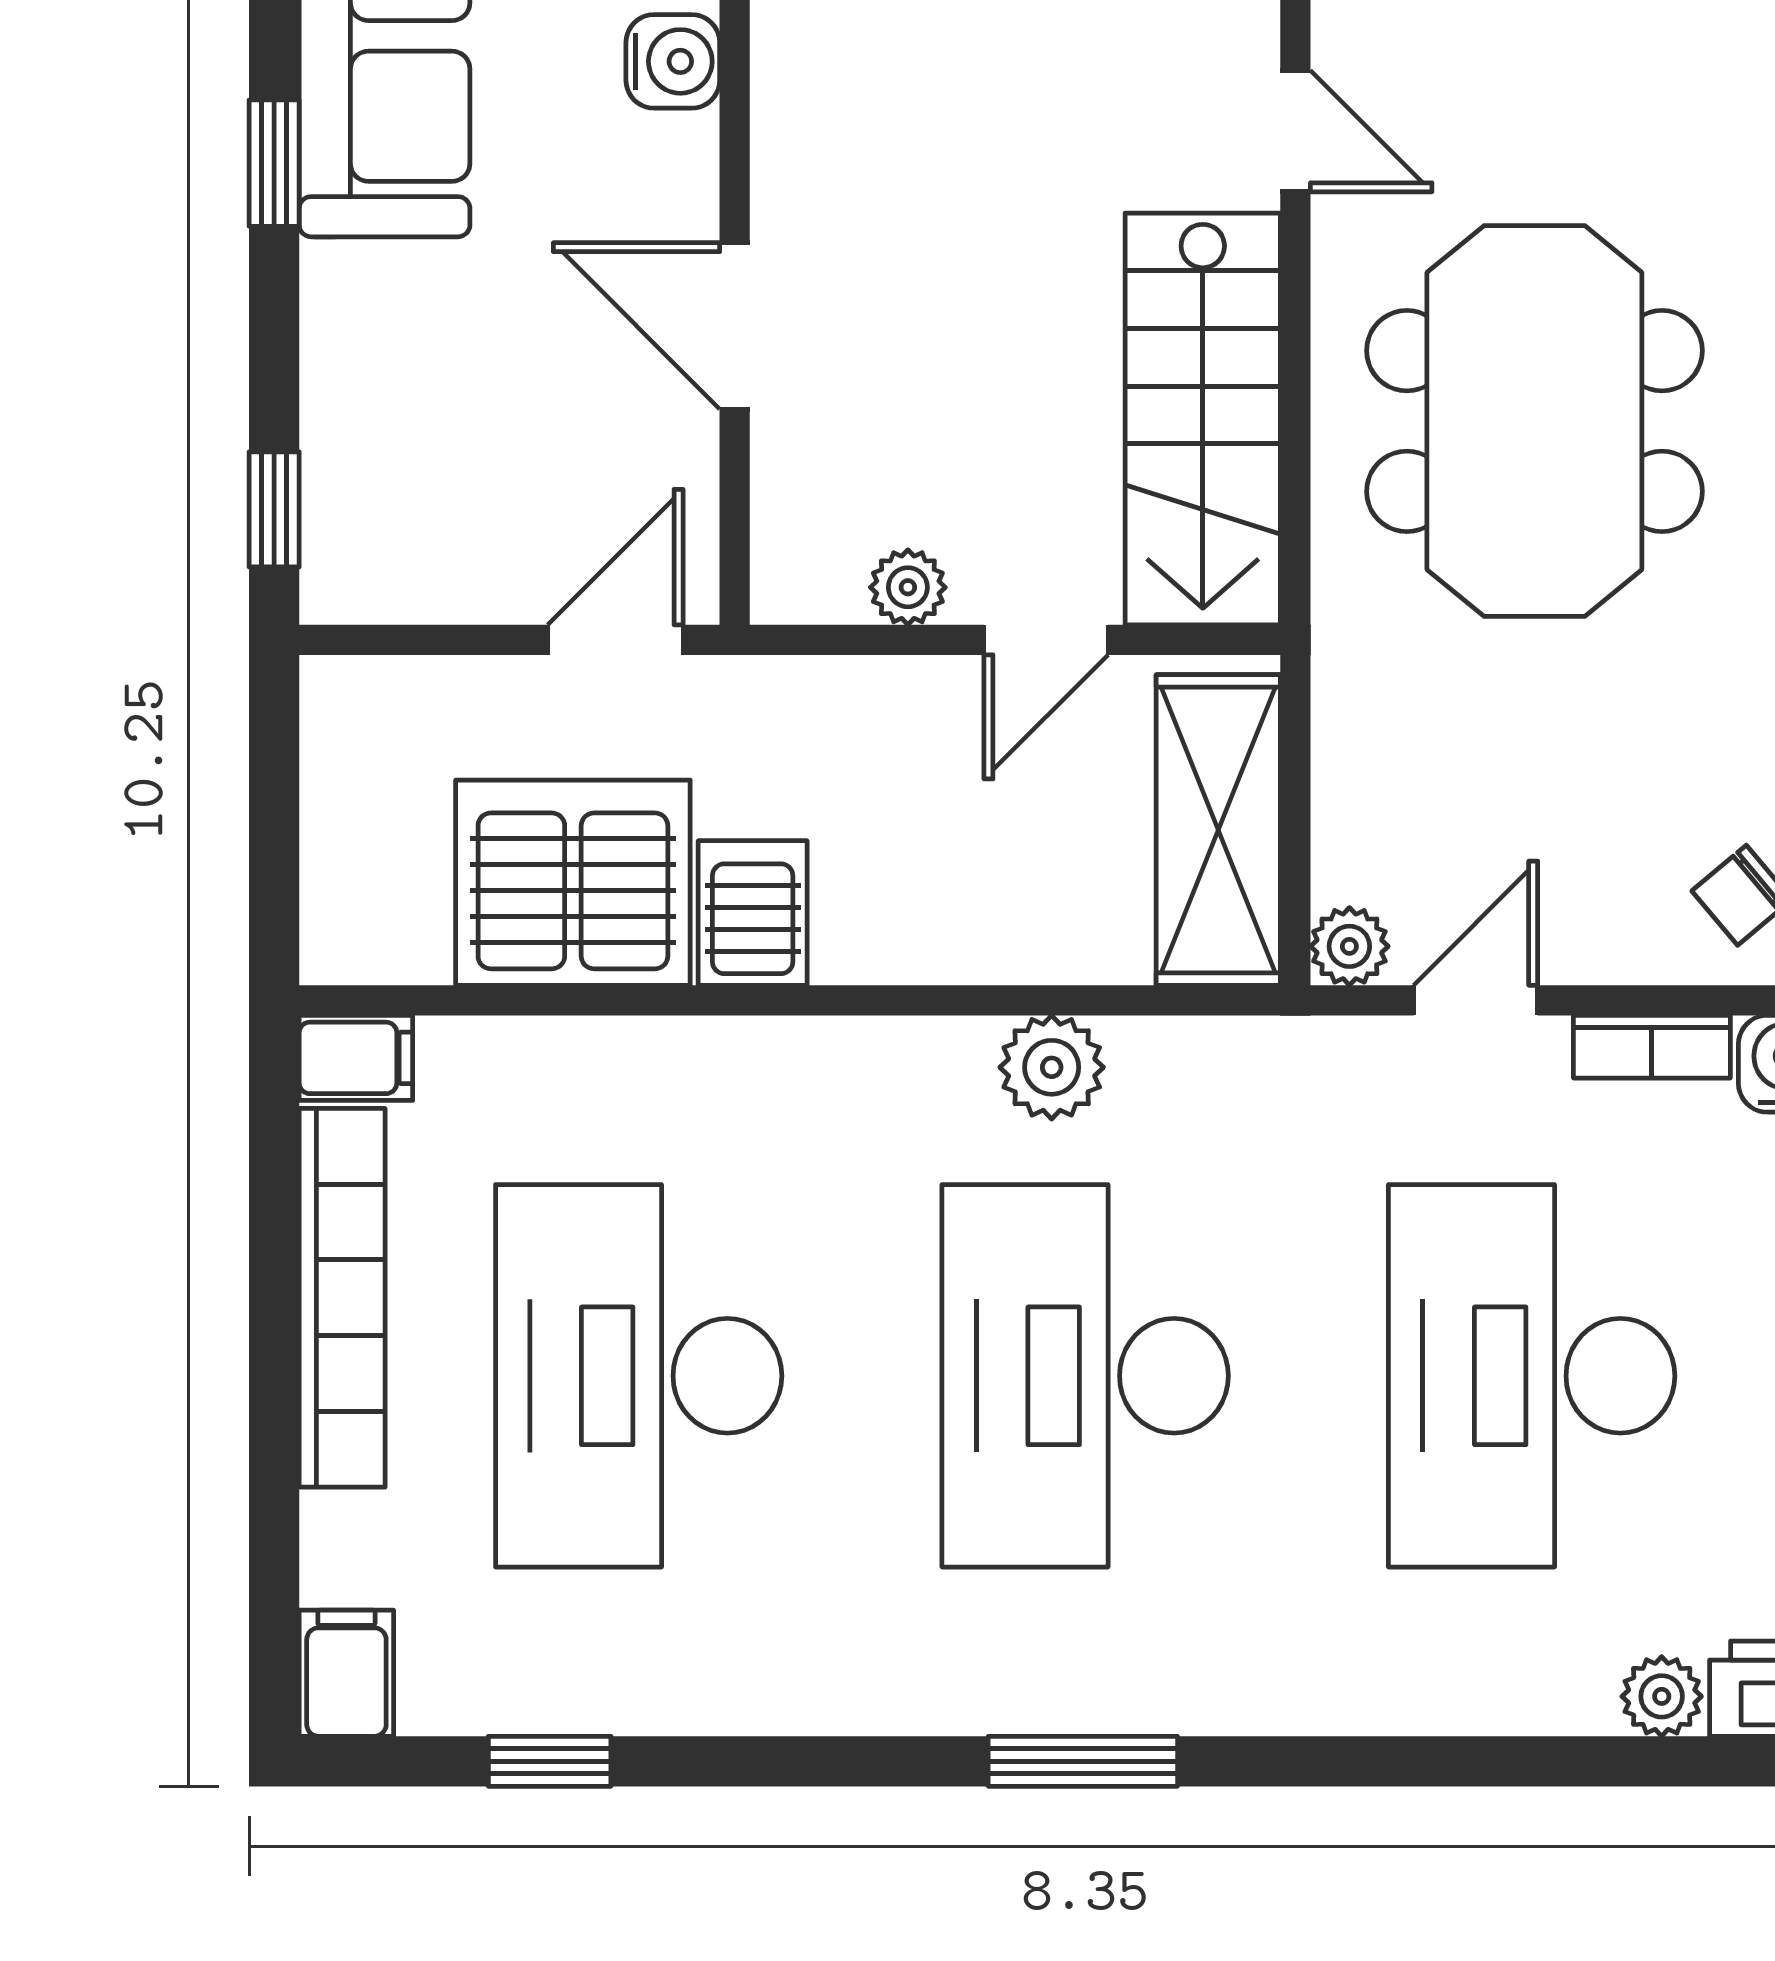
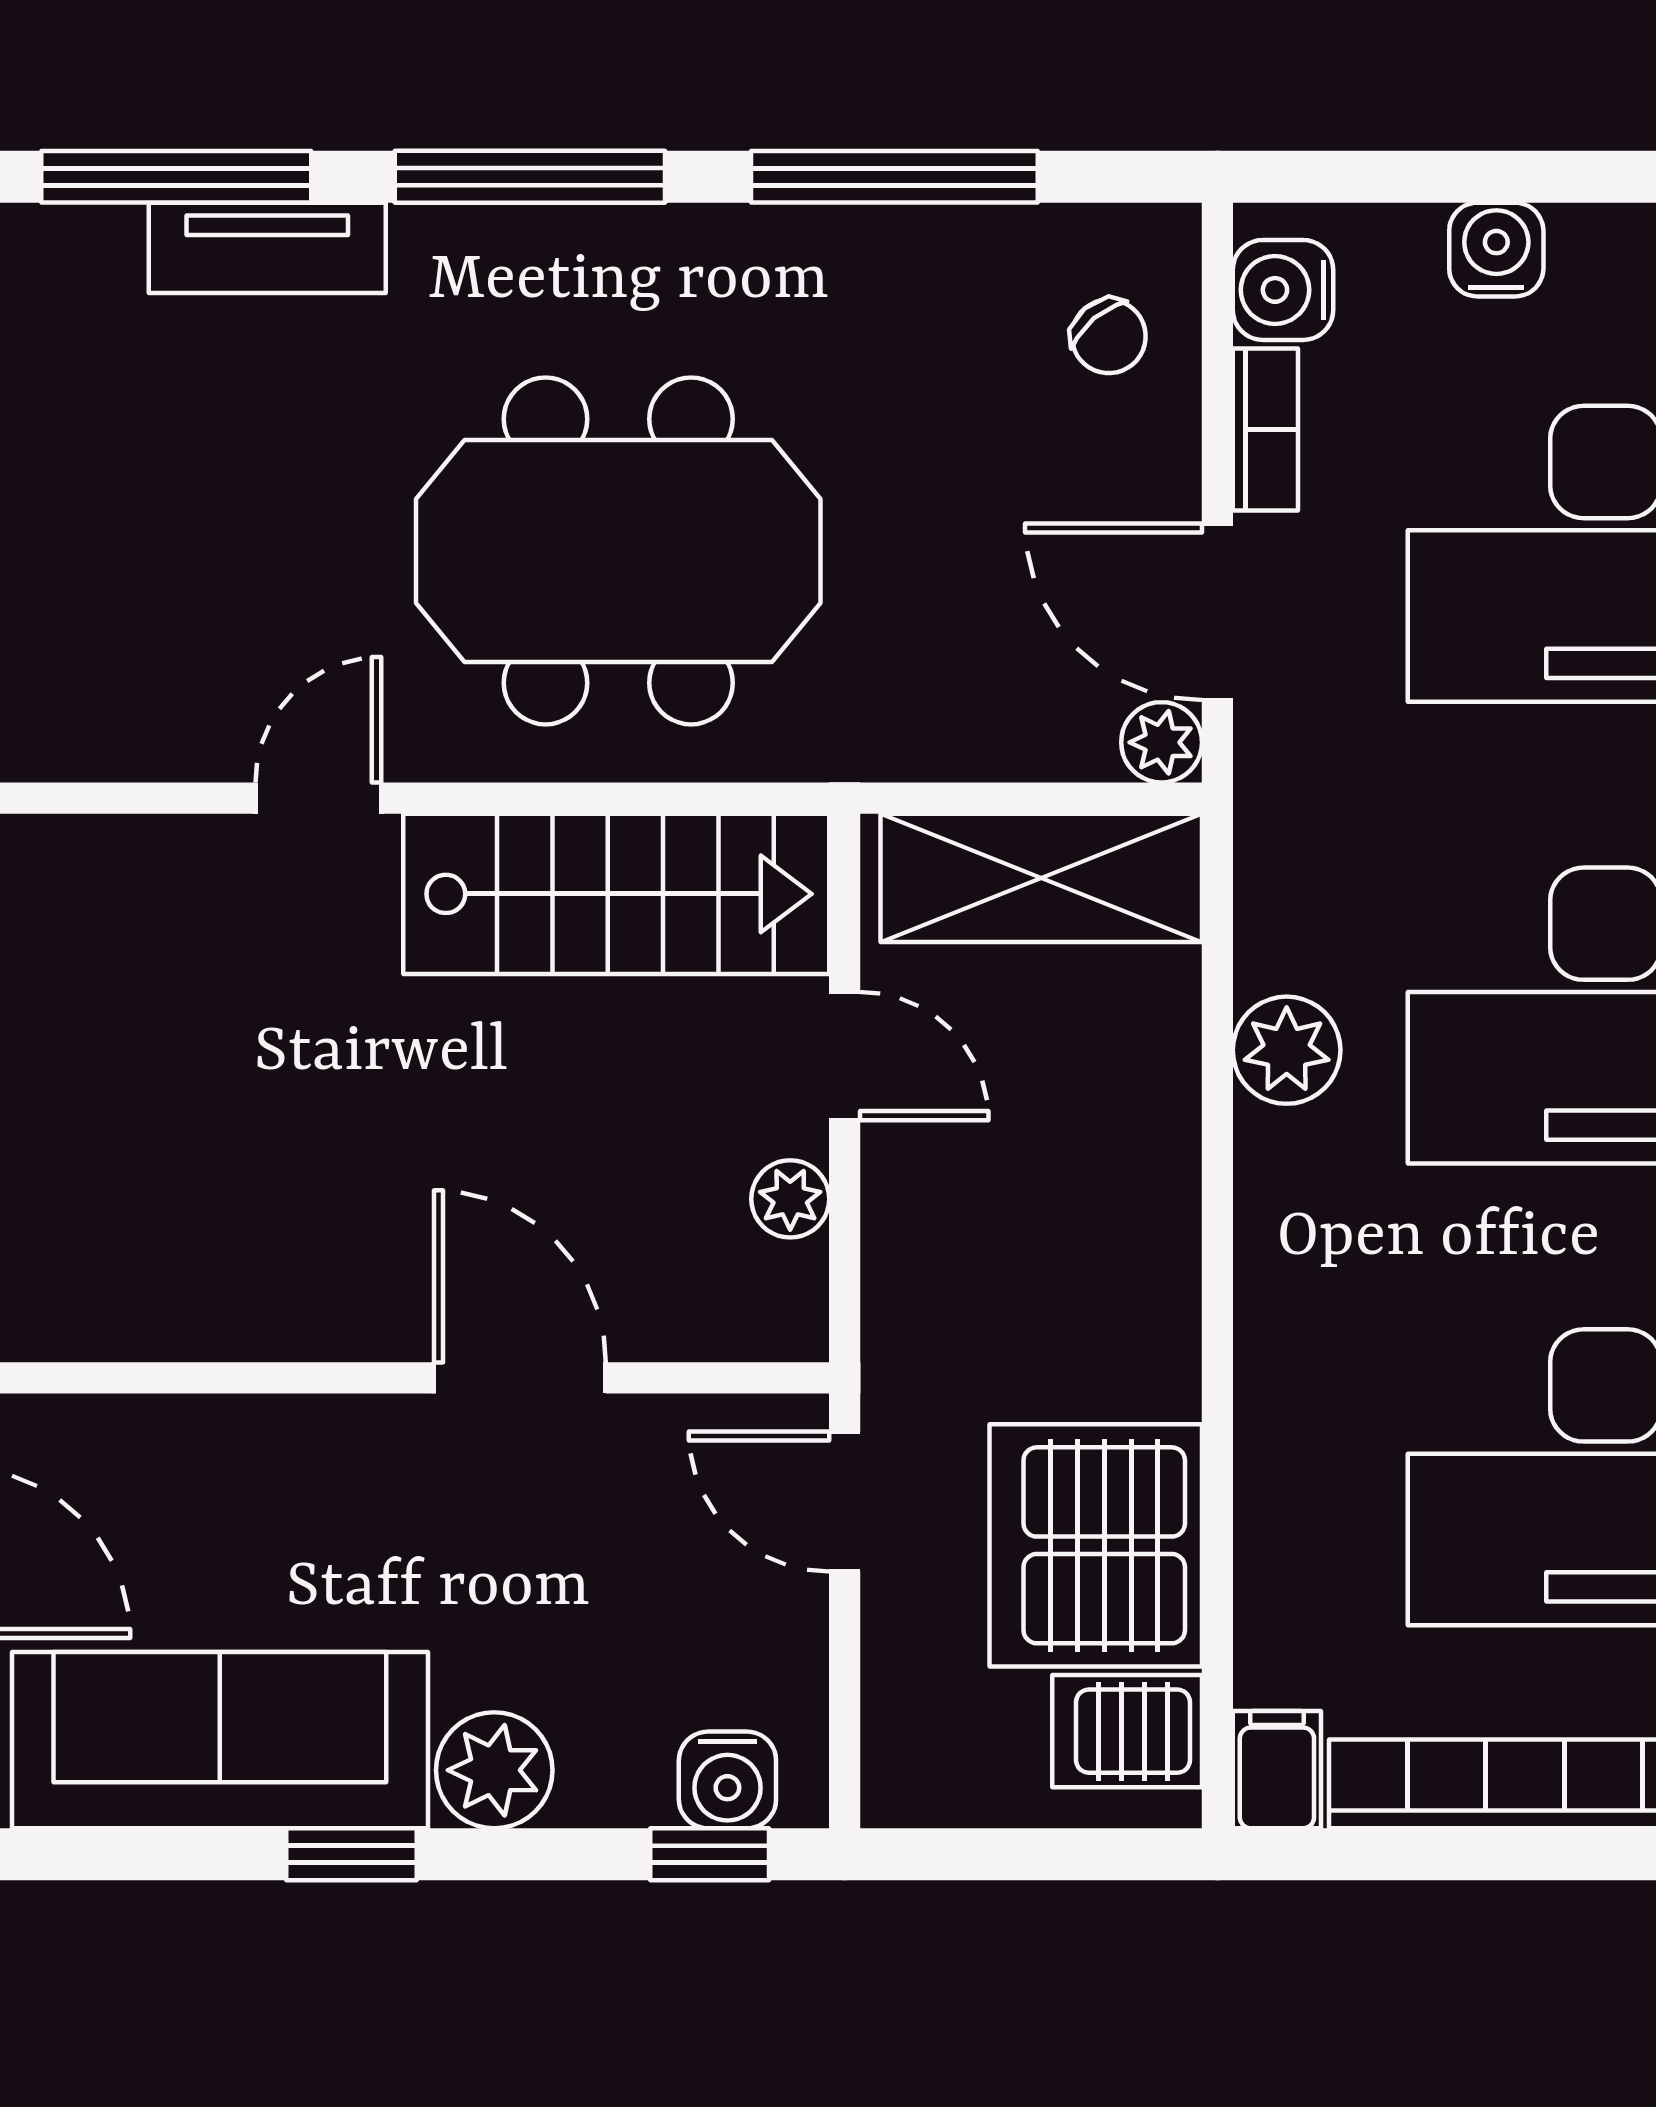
water cooler: (673, 61) -> (727, 1780), moved, turned 180
plant: (355, 301) -> (494, 1770), added
door: (735, 326) -> (520, 1378), swing flipped
server rack: (753, 913) -> (1127, 1731), moved
door: (1476, 1000) -> (1217, 612), width x1.38

